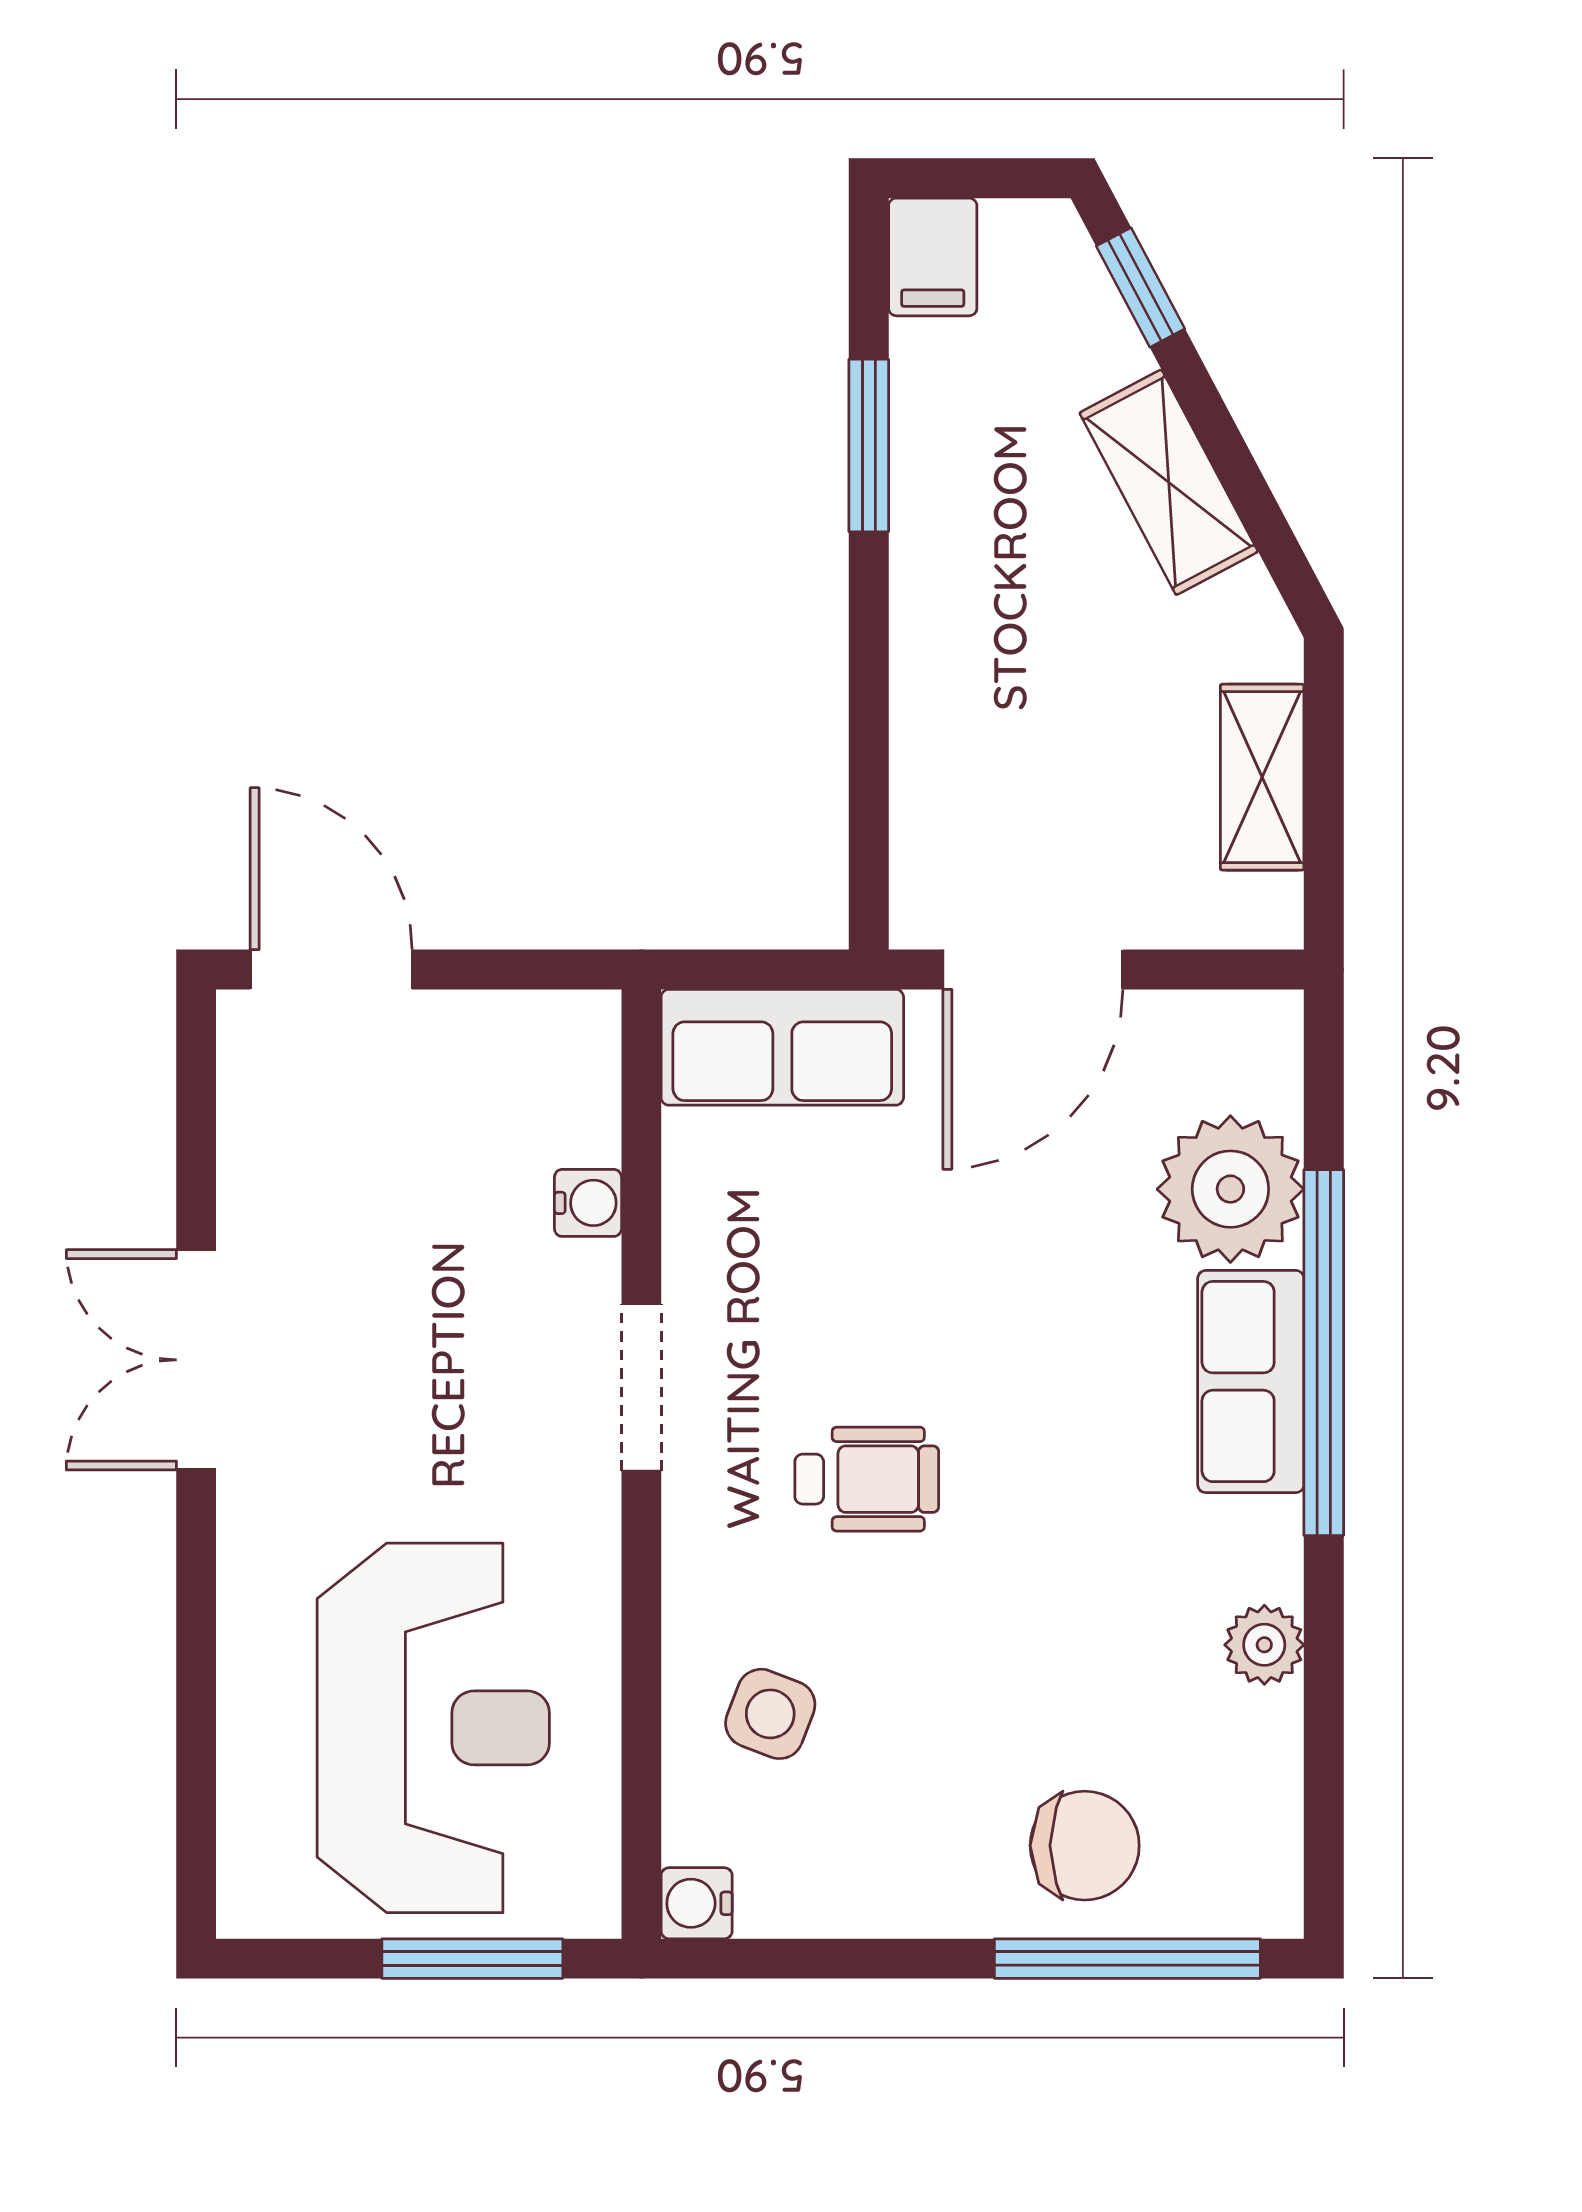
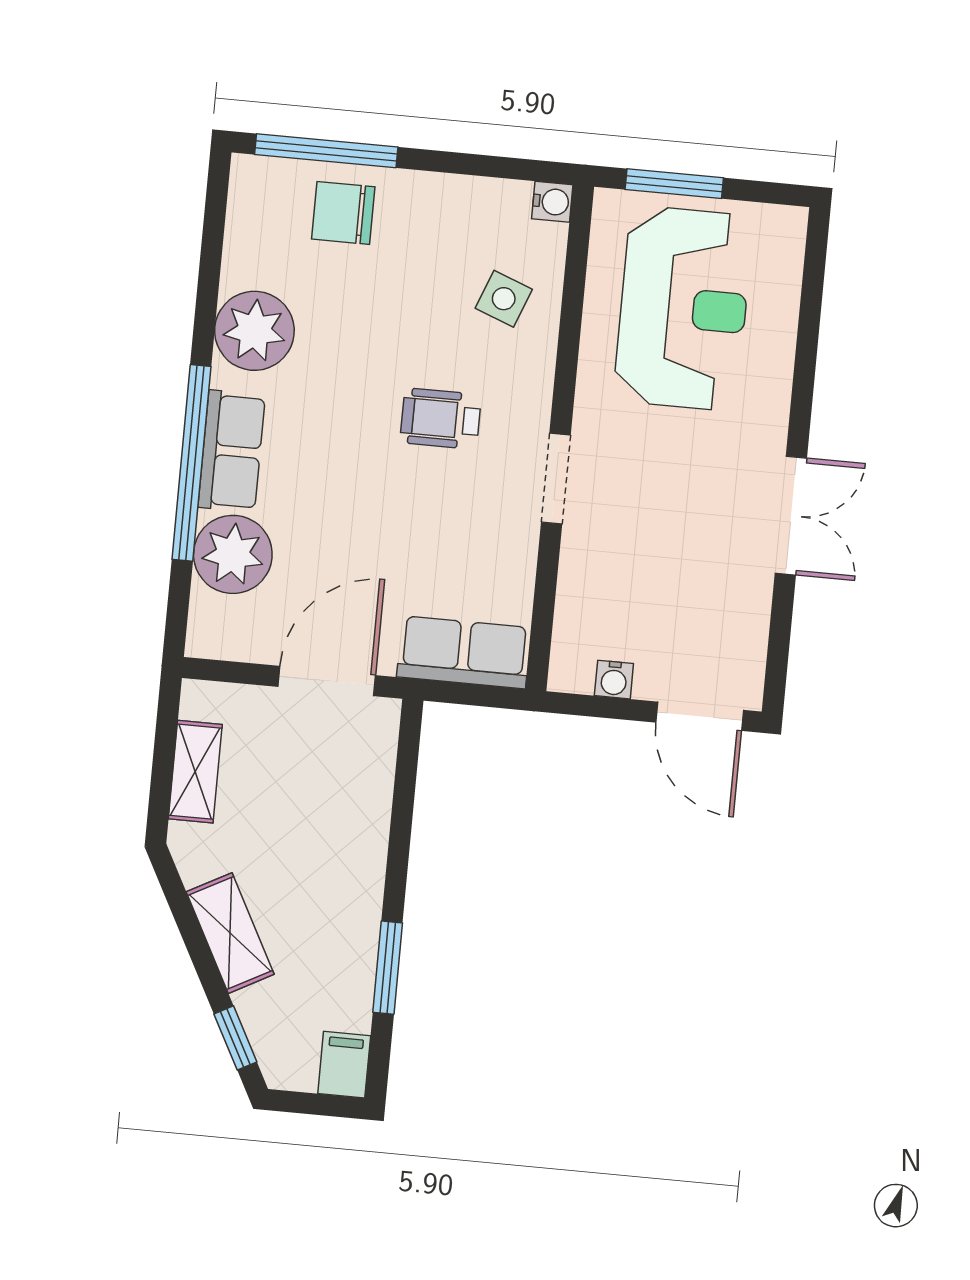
water cooler: (588, 1203) -> (614, 680), moved, turned -90
plant: (1264, 1645) -> (254, 331), width x1.88, depth x1.88
reception desk: (433, 1728) -> (683, 308), turned 180

